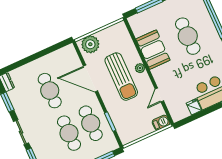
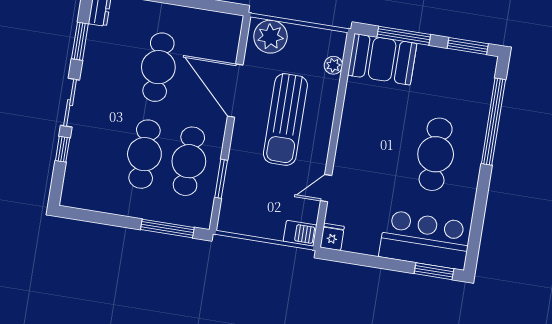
cafe table: (188, 36) -> (436, 154), moved
booth: (153, 50) -> (382, 59), moved, turned 90
plant: (140, 68) -> (333, 65), moved
fridge: (194, 107) -> (332, 237), moved

